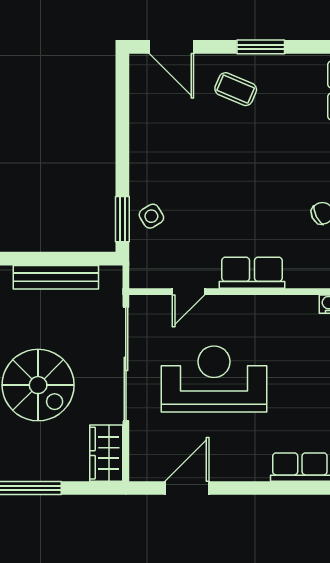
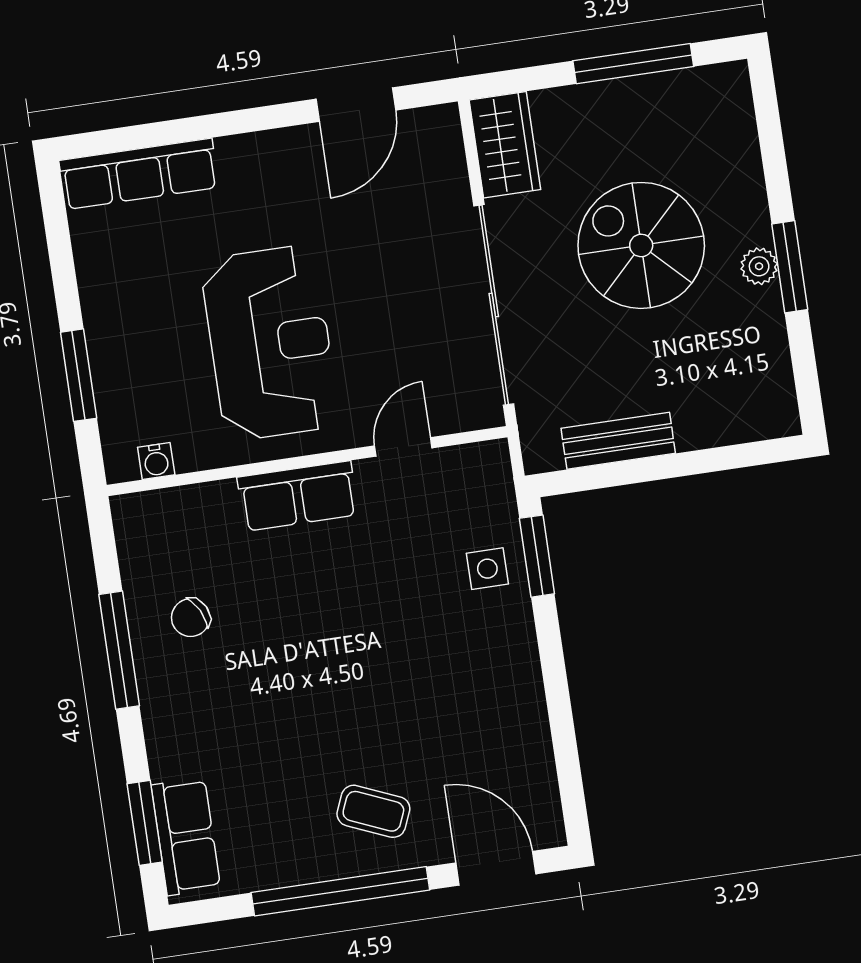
window: (261, 47) -> (340, 891), width x2.11
side table: (151, 216) -> (487, 569), turned 32
bench: (56, 277) -> (618, 441), width x0.73
reception desk: (214, 379) -> (270, 343), moved, turned -90

